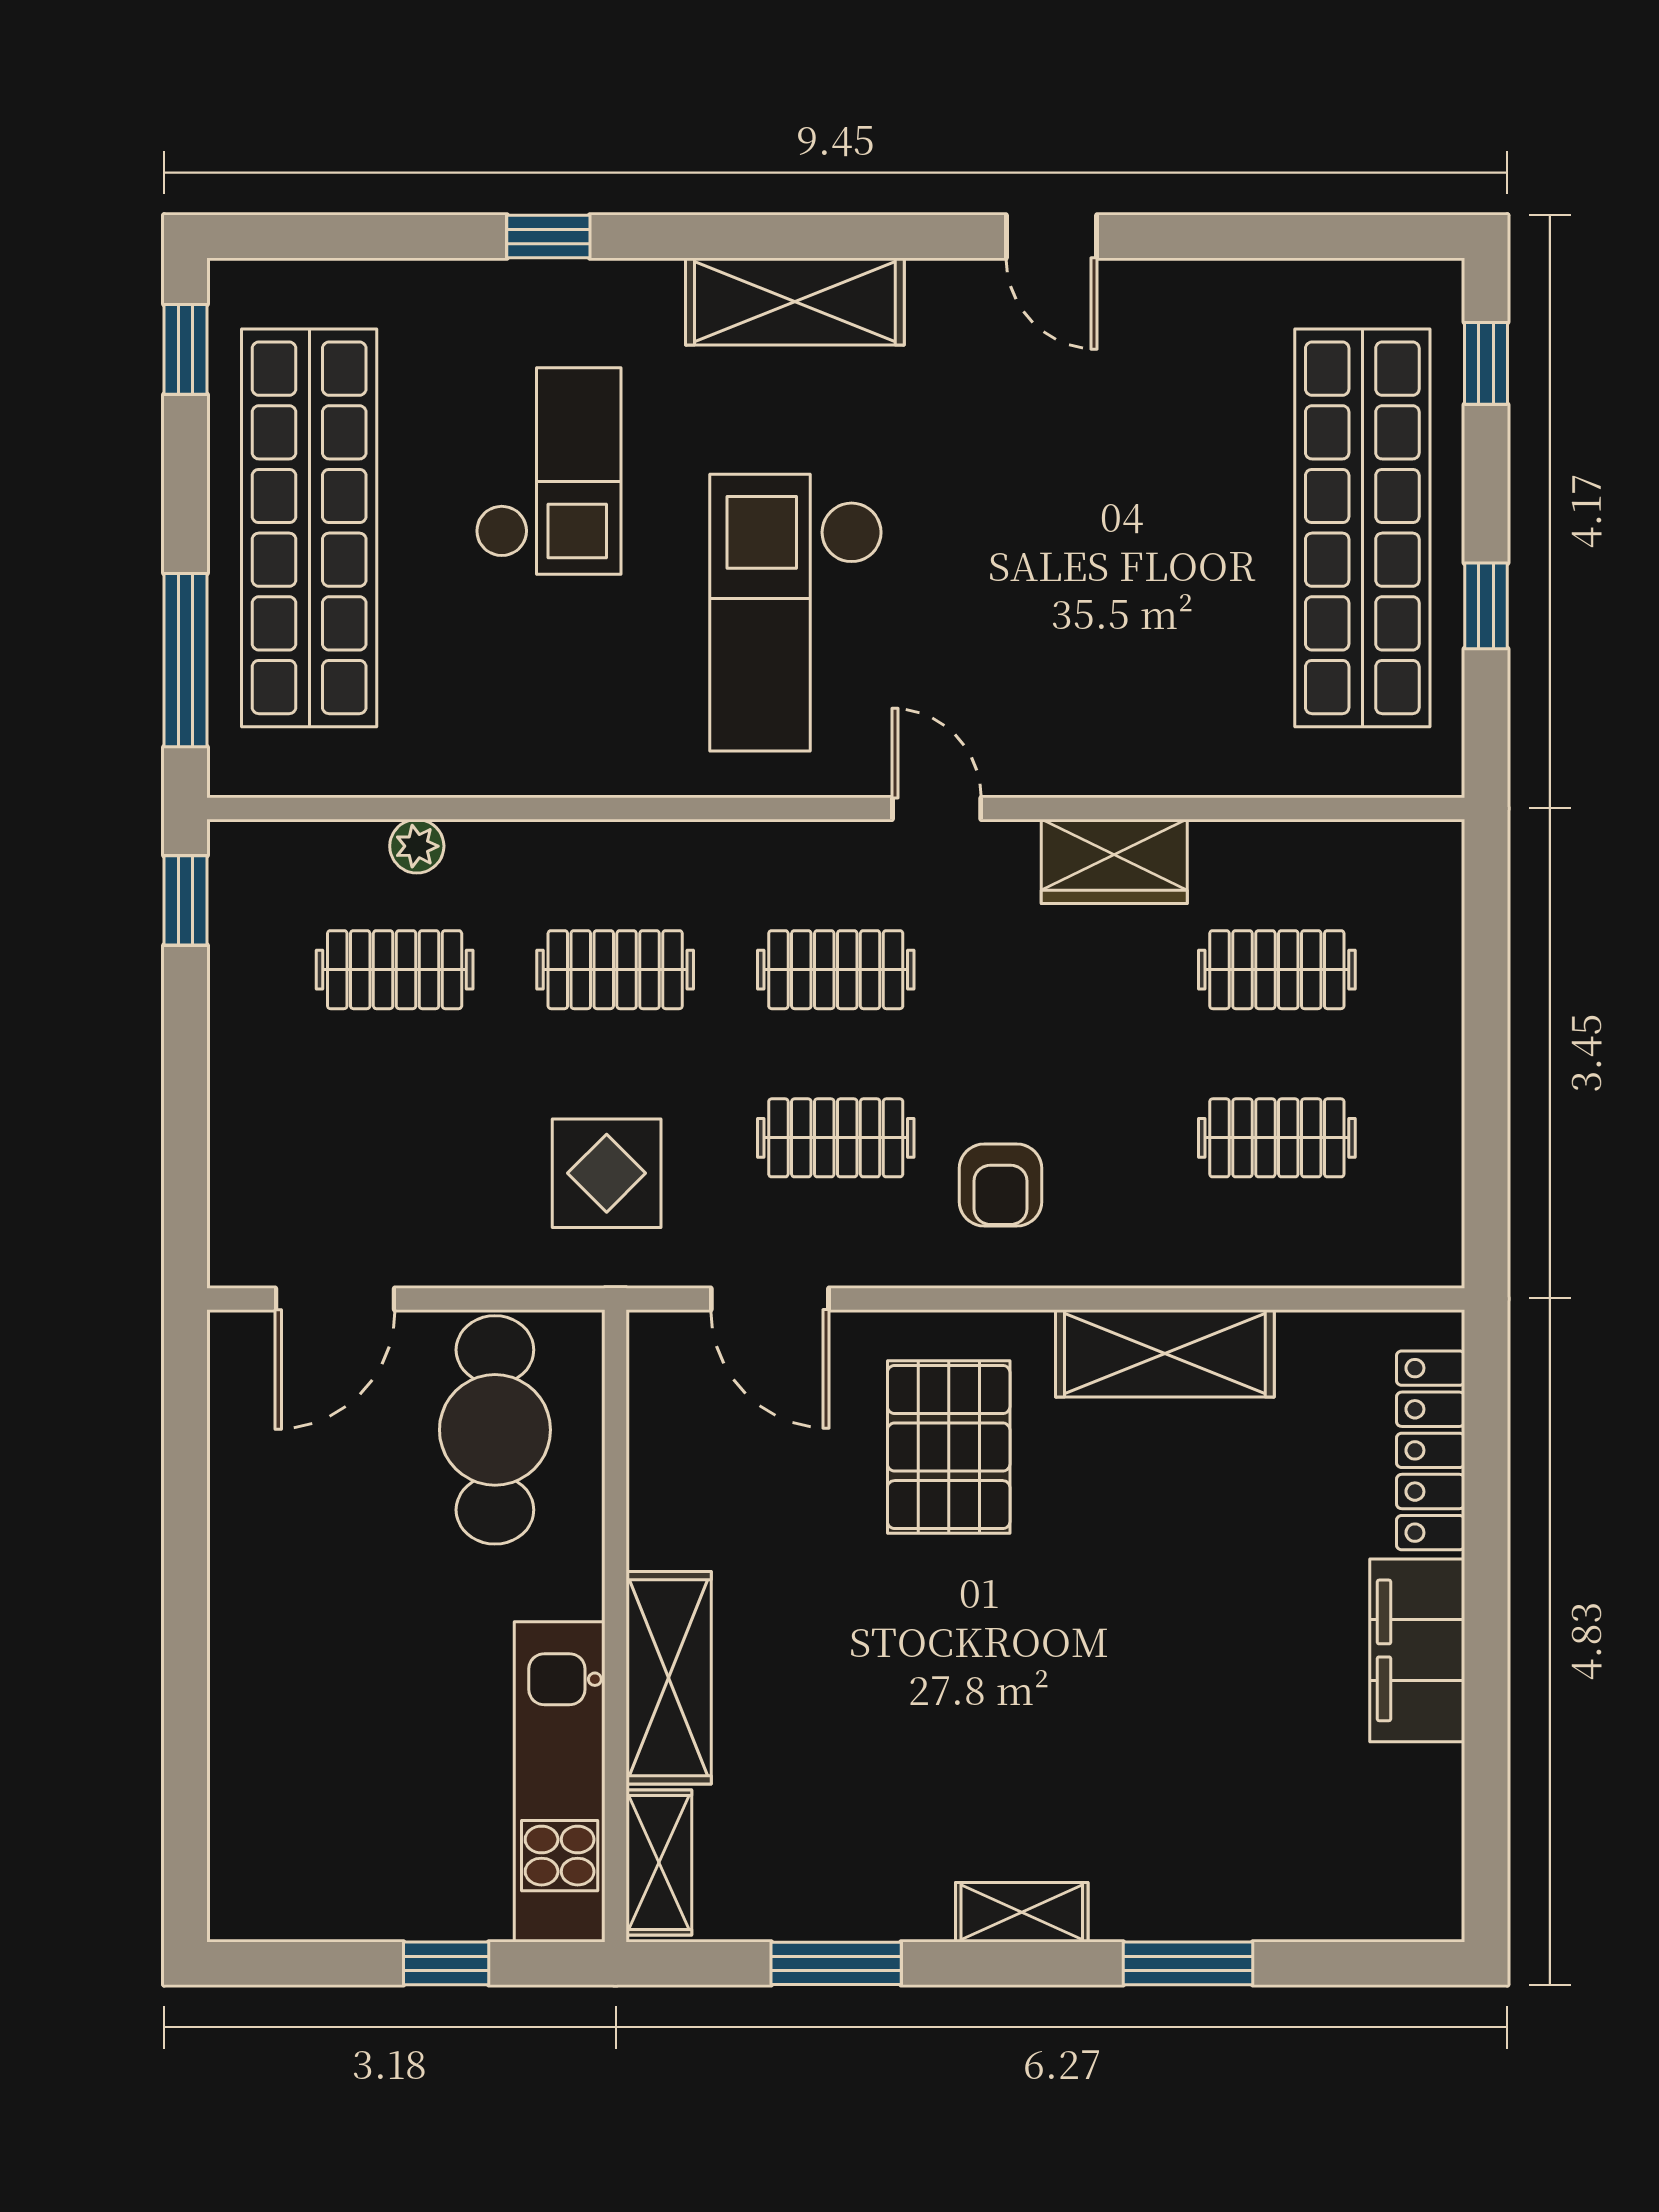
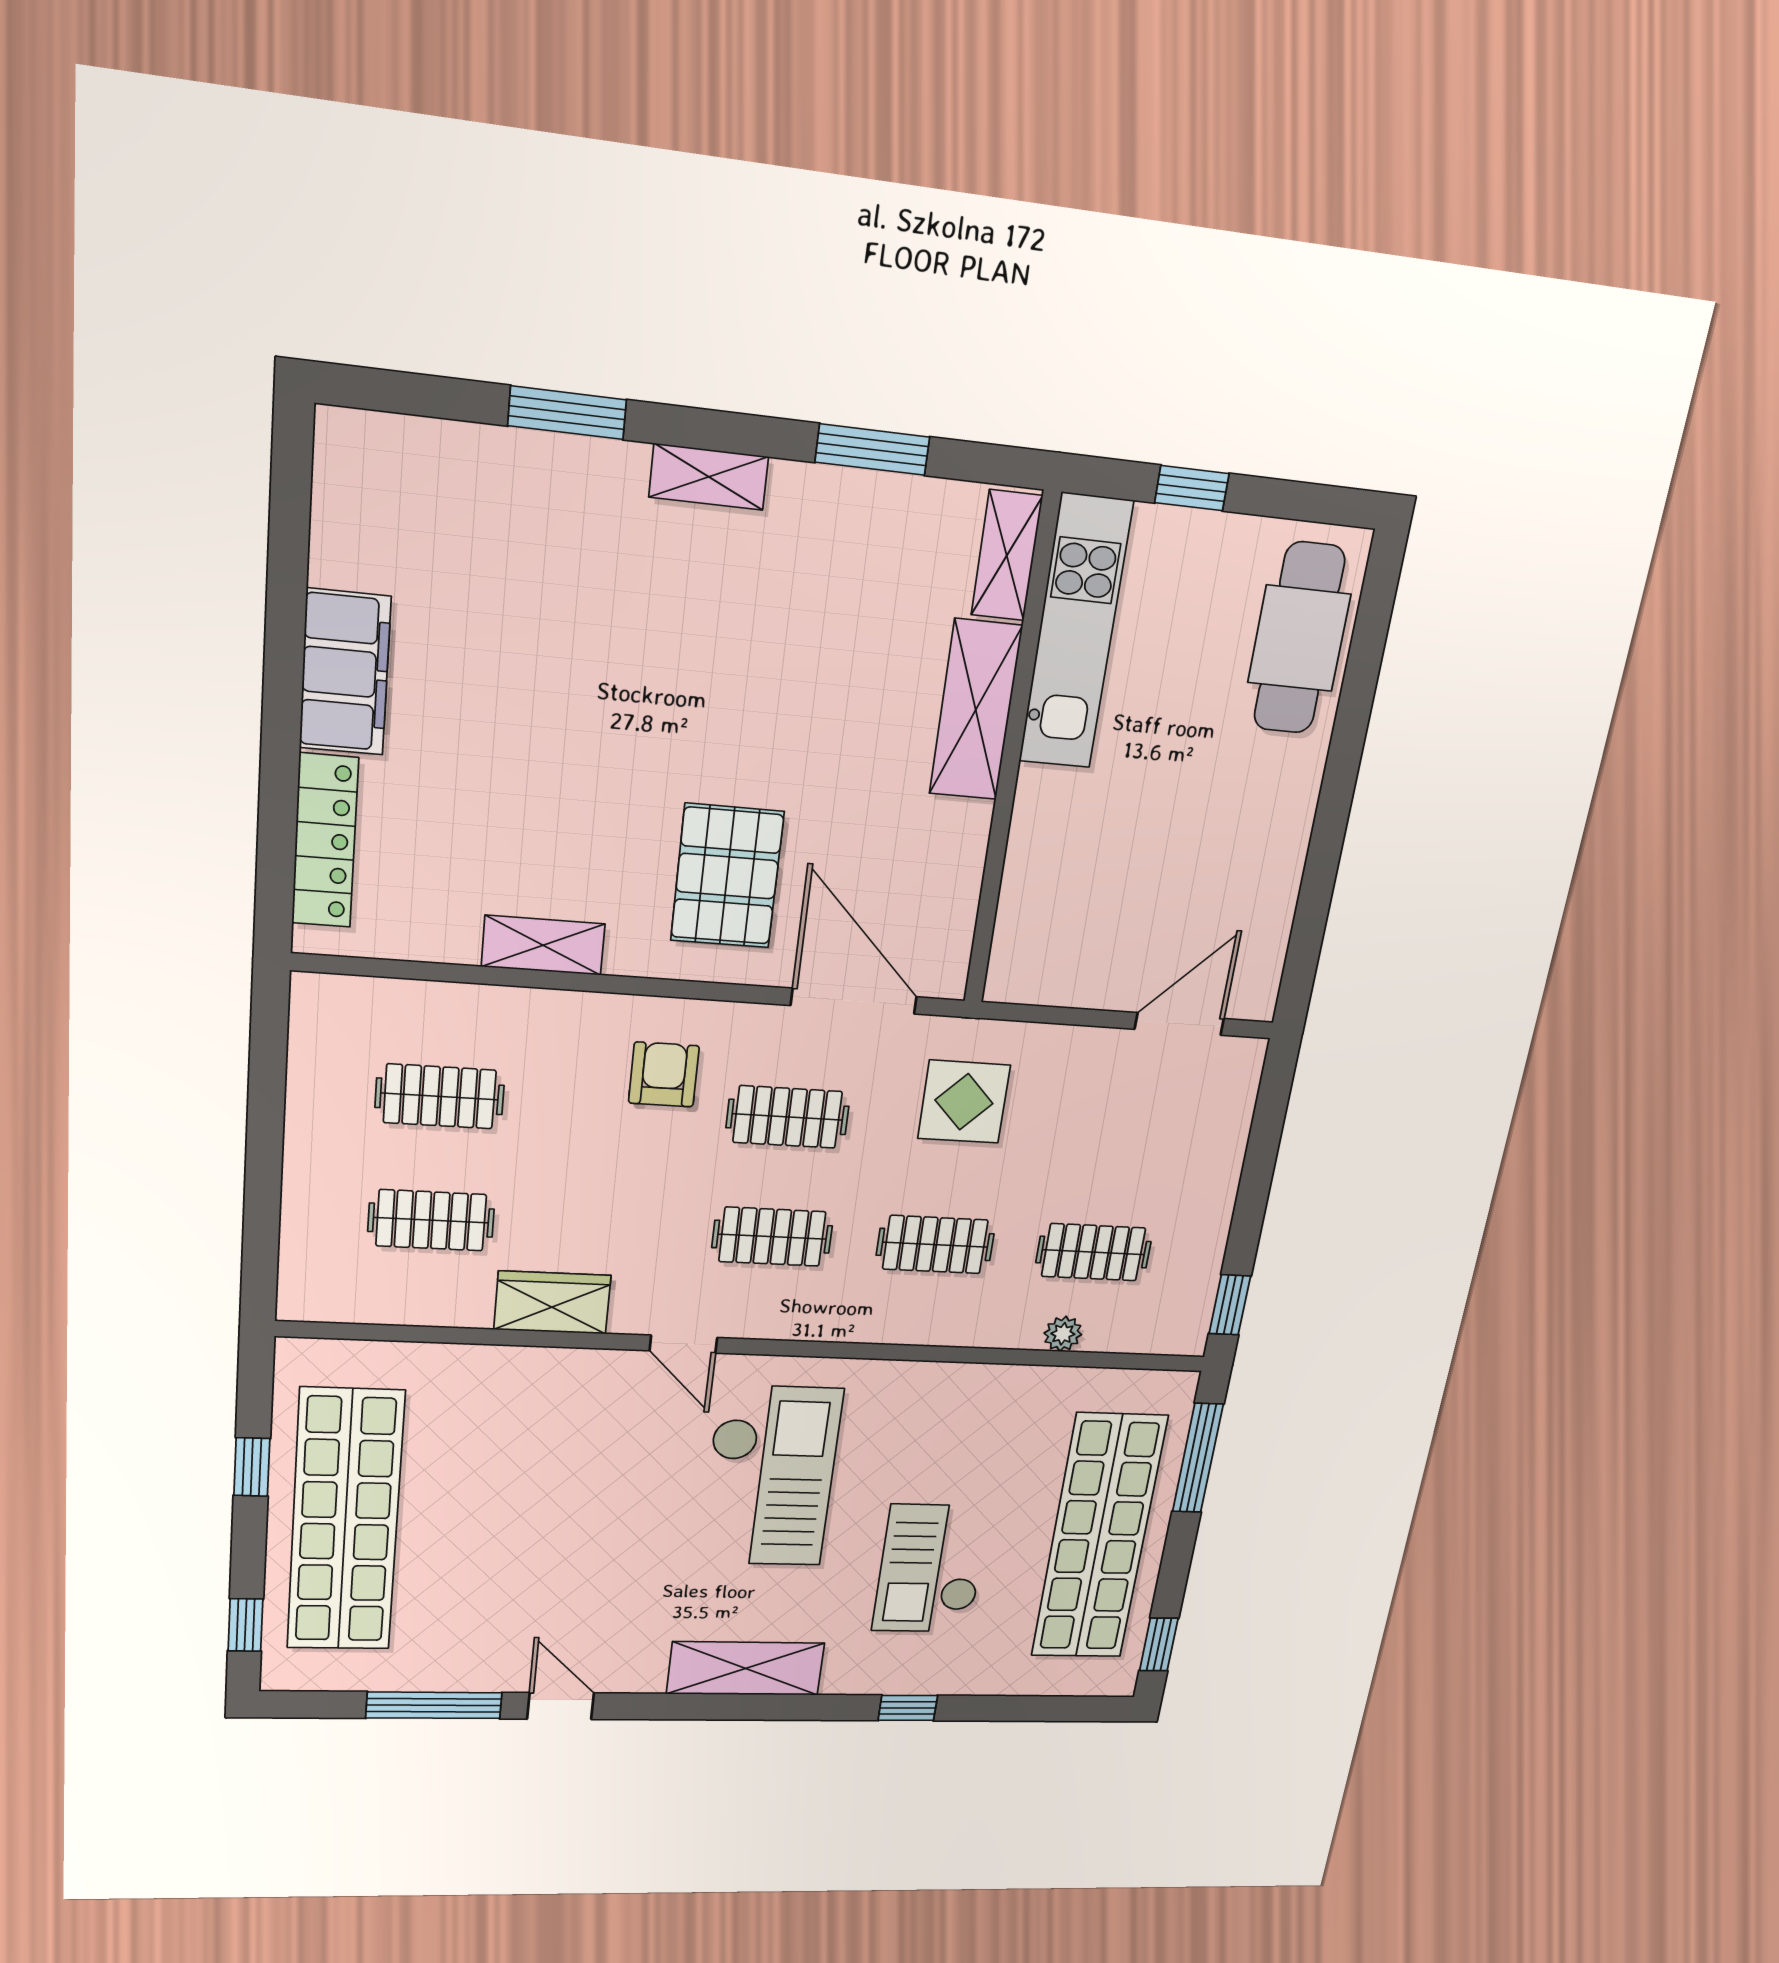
window: (1227, 236) -> (434, 1705), added
door: (770, 1299) -> (854, 1001), width x1.36
shelving: (1165, 1353) -> (543, 945), width x0.67, depth x0.75
cafe table: (495, 1430) -> (1299, 638), moved

